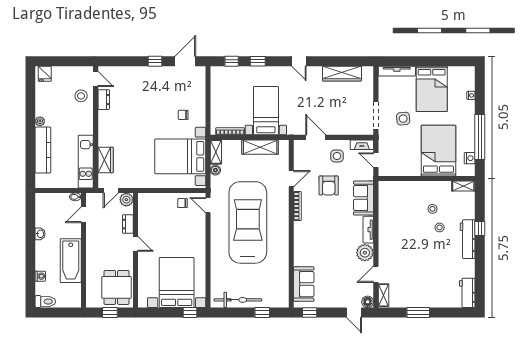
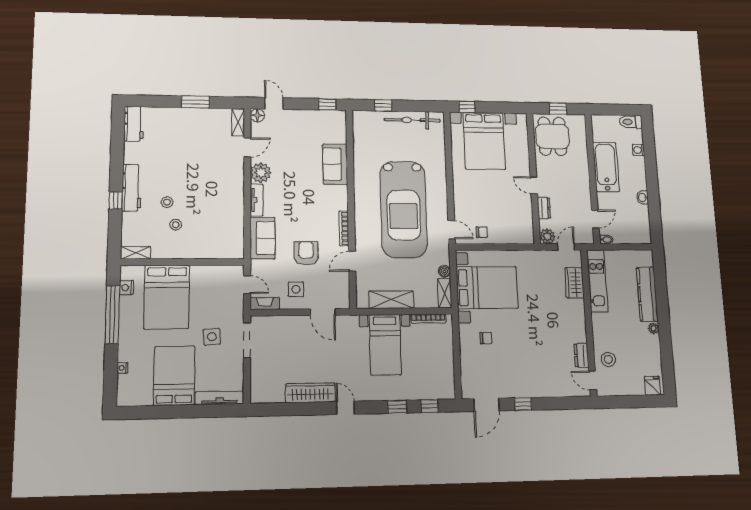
wardrobe: (342, 74) -> (310, 393), moved
sofa: (304, 284) -> (335, 164), moved

